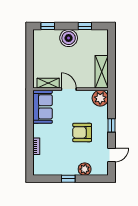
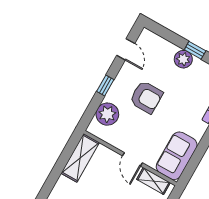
plant: (100, 98) -> (107, 114), moved
door: (112, 155) -> (126, 49), swing flipped
plant: (85, 169) -> (183, 59), moved

